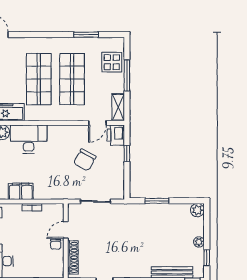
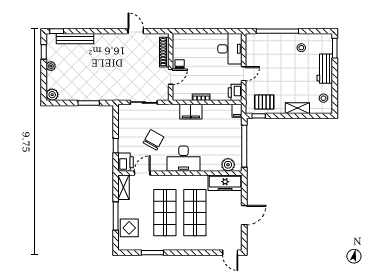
desk: (29, 139) -> (184, 159), moved
filing cabinet: (21, 191) -> (191, 112), moved

